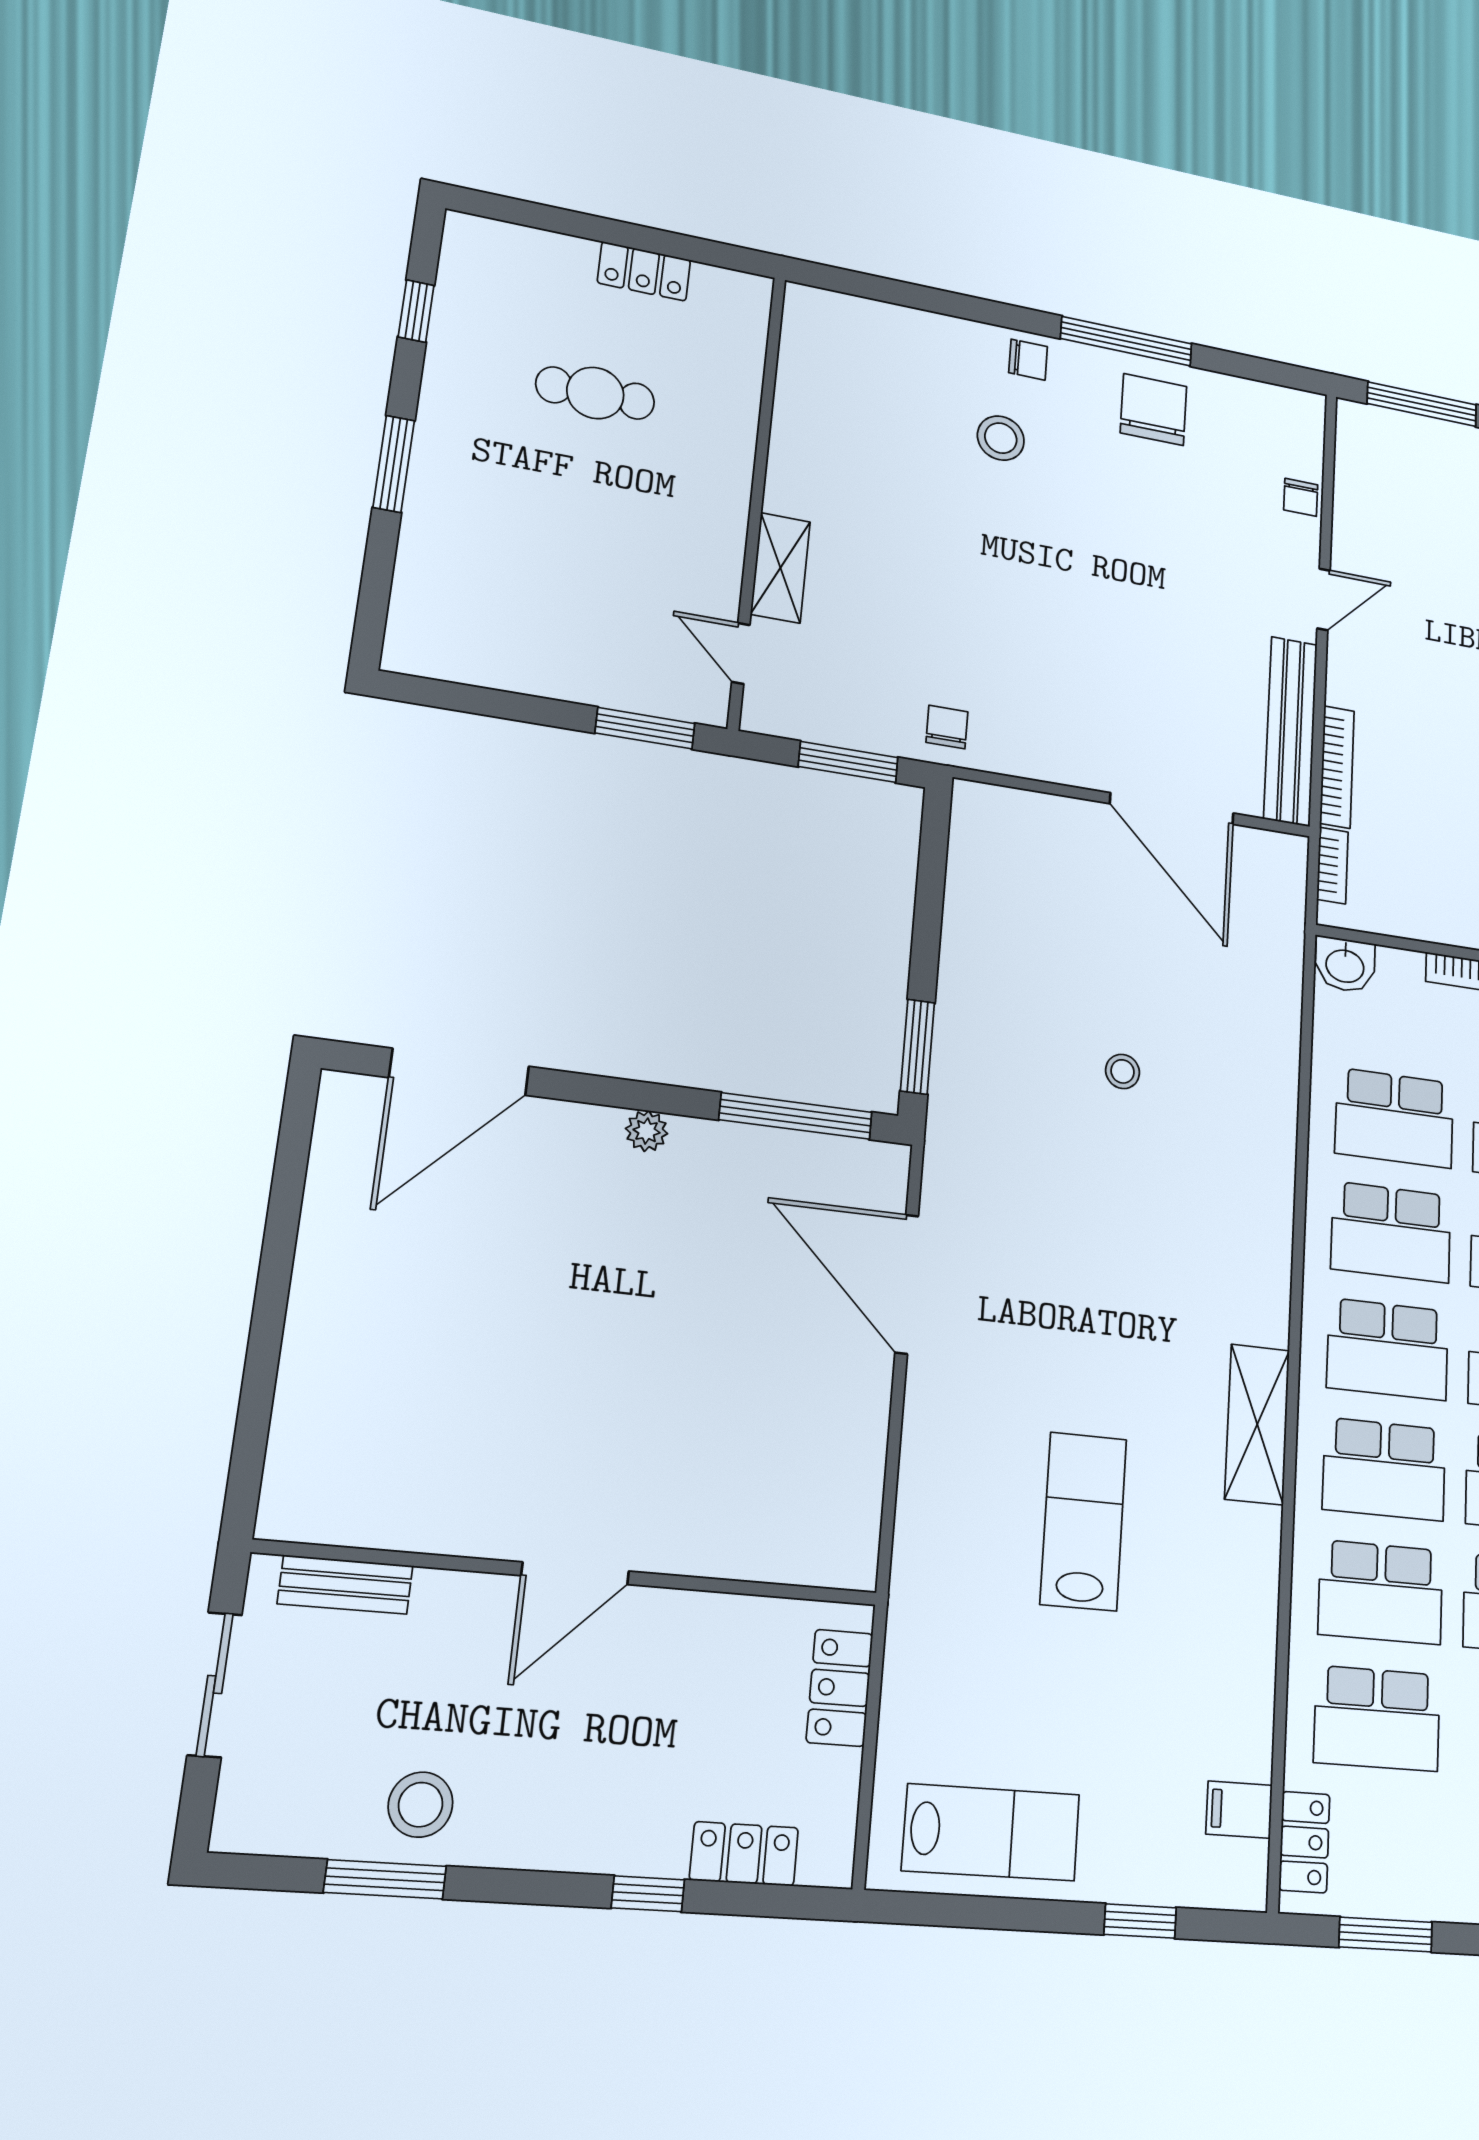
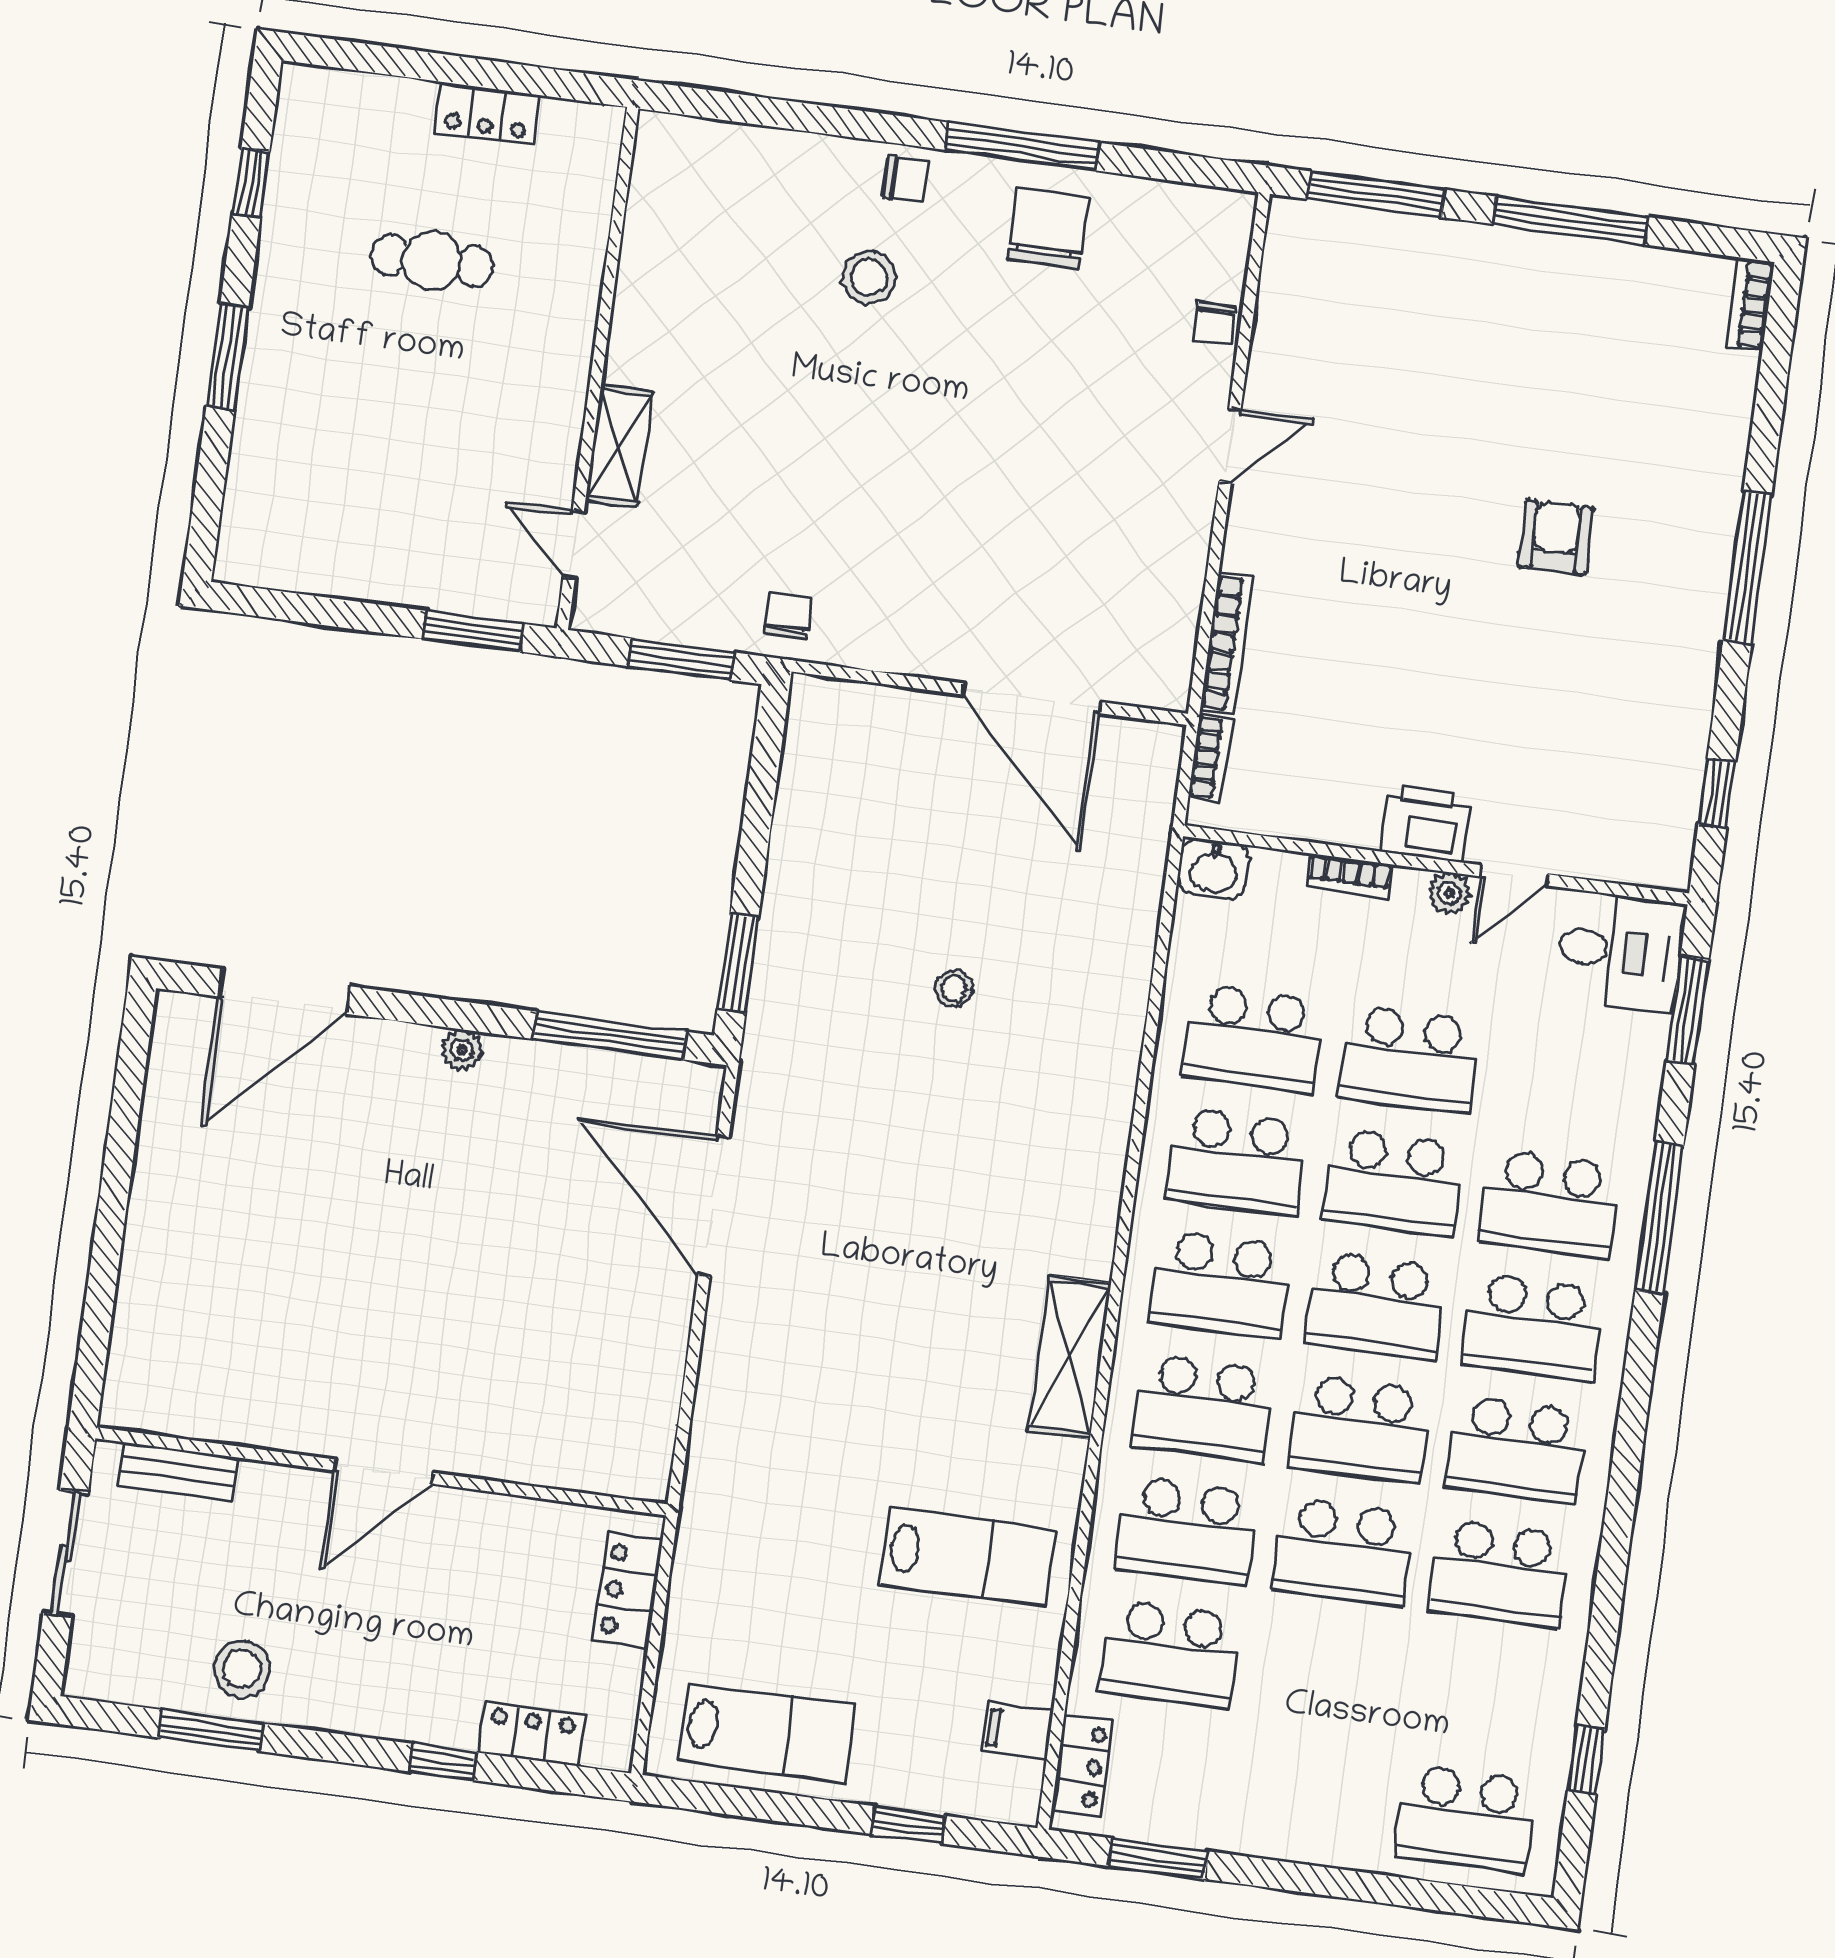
bench: (1291, 731) -> (1176, 604), removed
lab bench: (1083, 1521) -> (969, 1557), moved, turned 90

